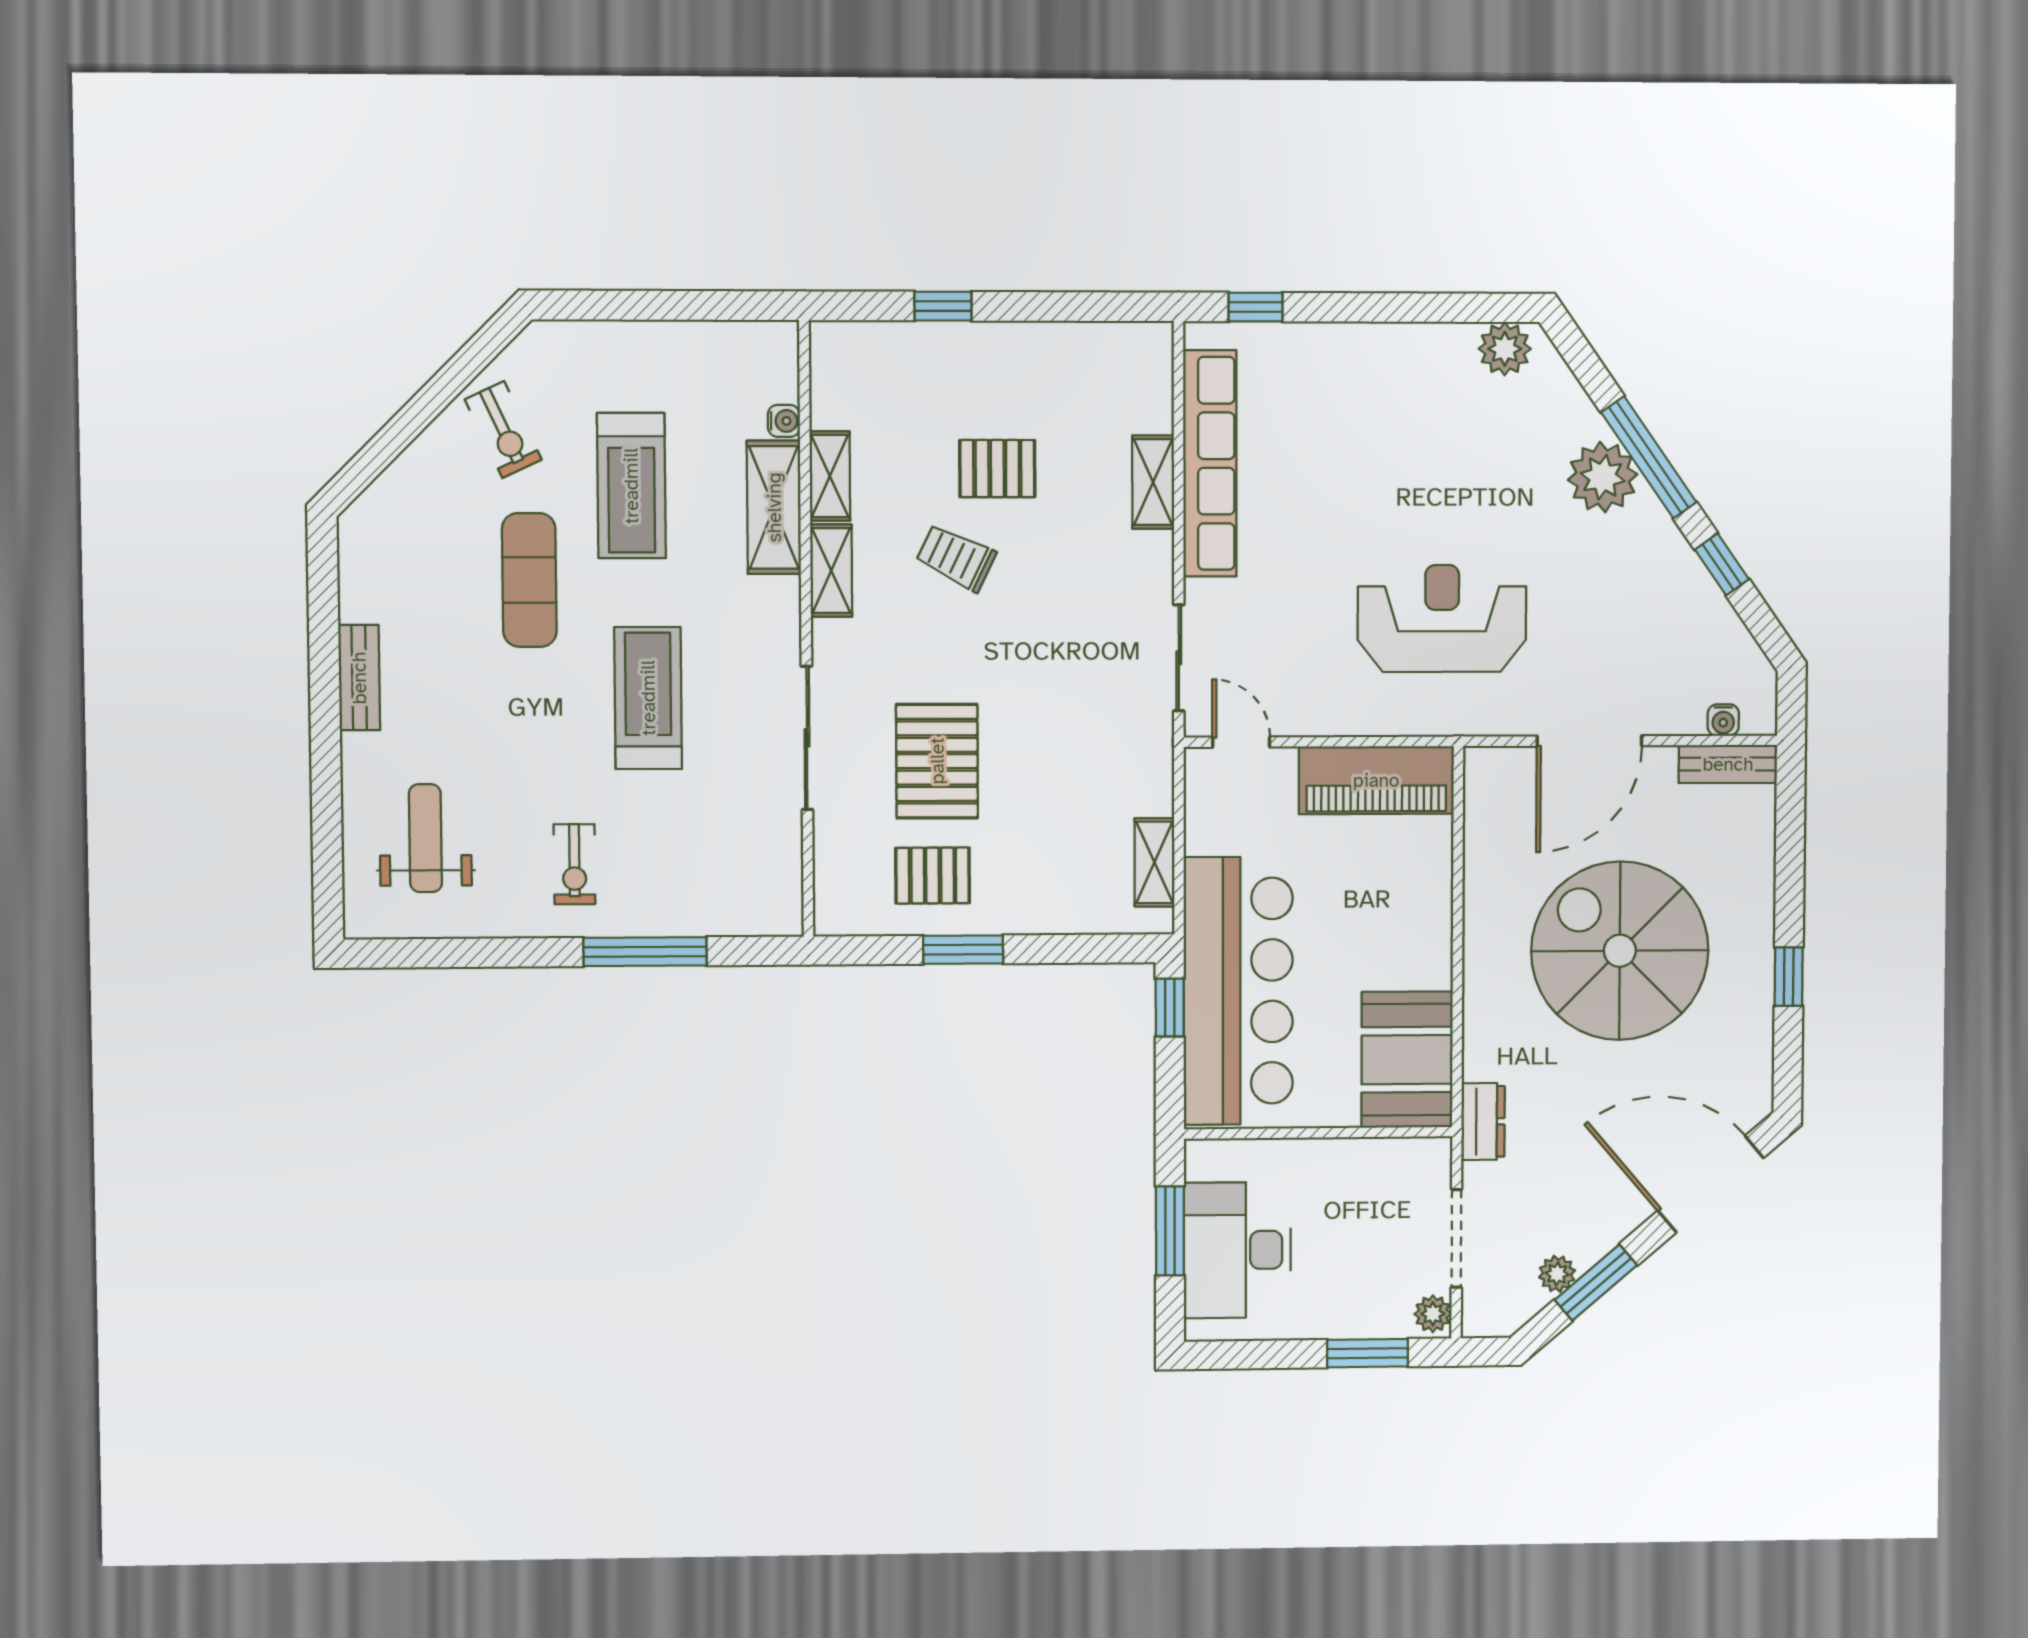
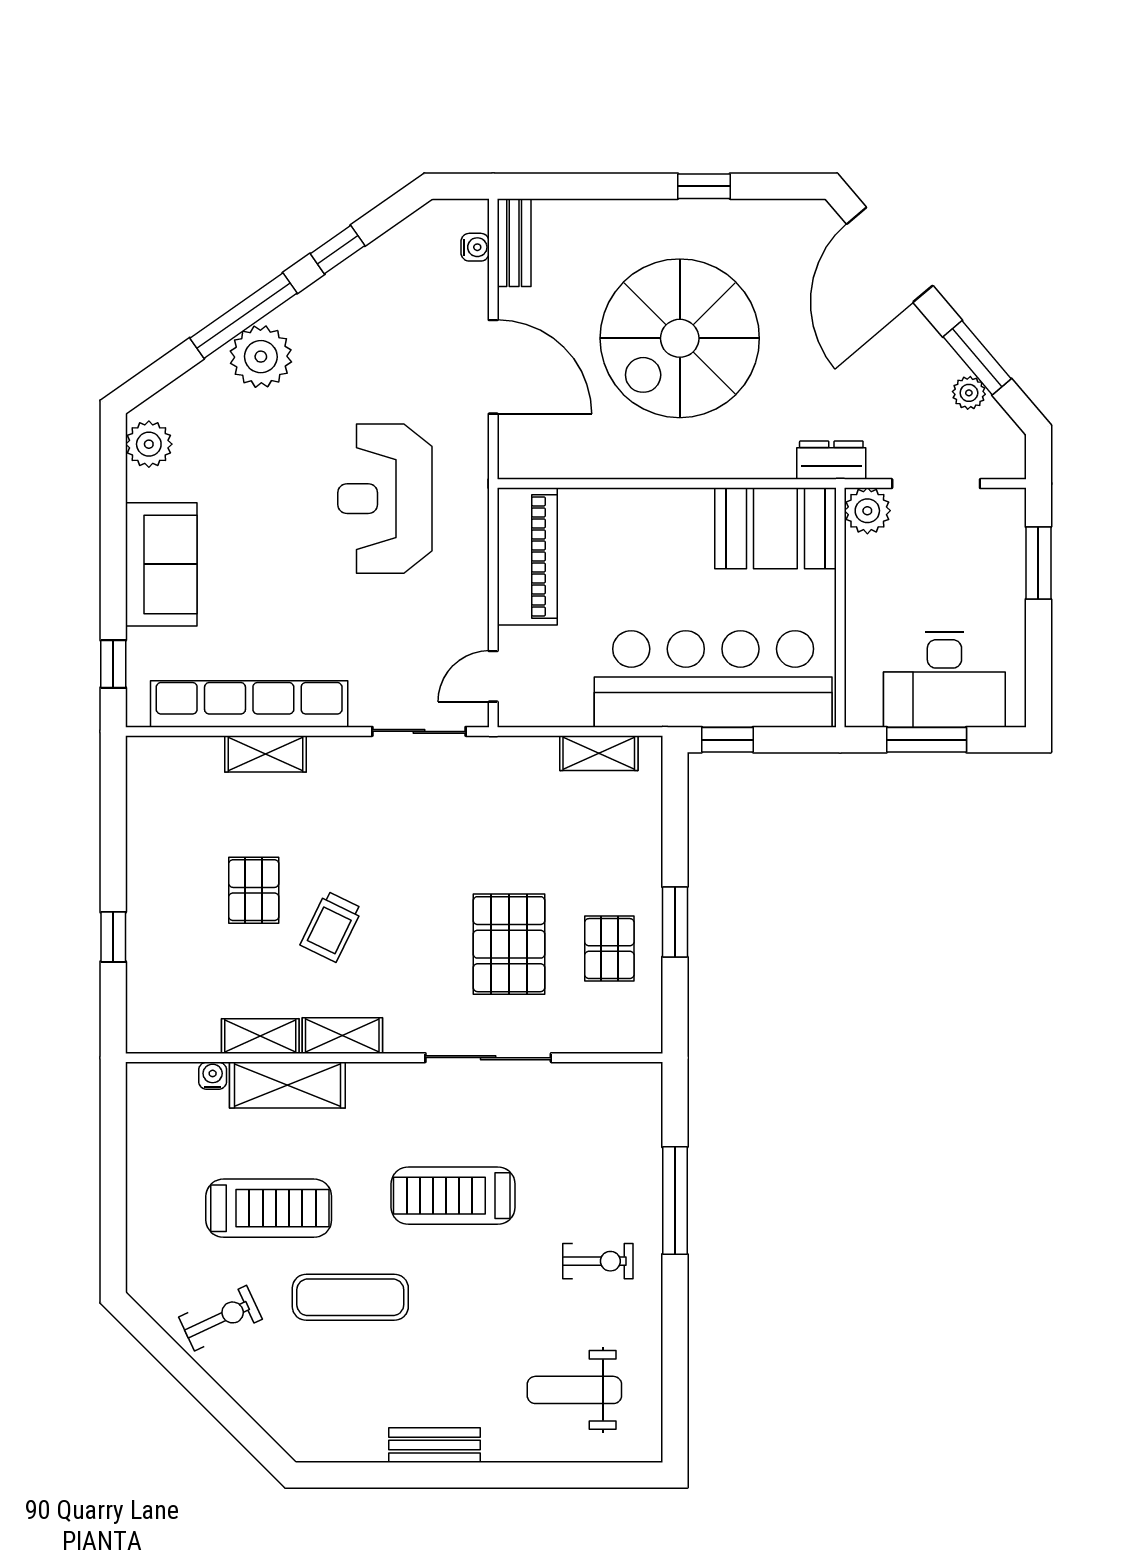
sofa: (1368, 363) -> (161, 564), added
pallet: (937, 761) -> (509, 944), turned 90
plant: (1433, 1314) -> (867, 511), moved, width x1.38, depth x1.38

